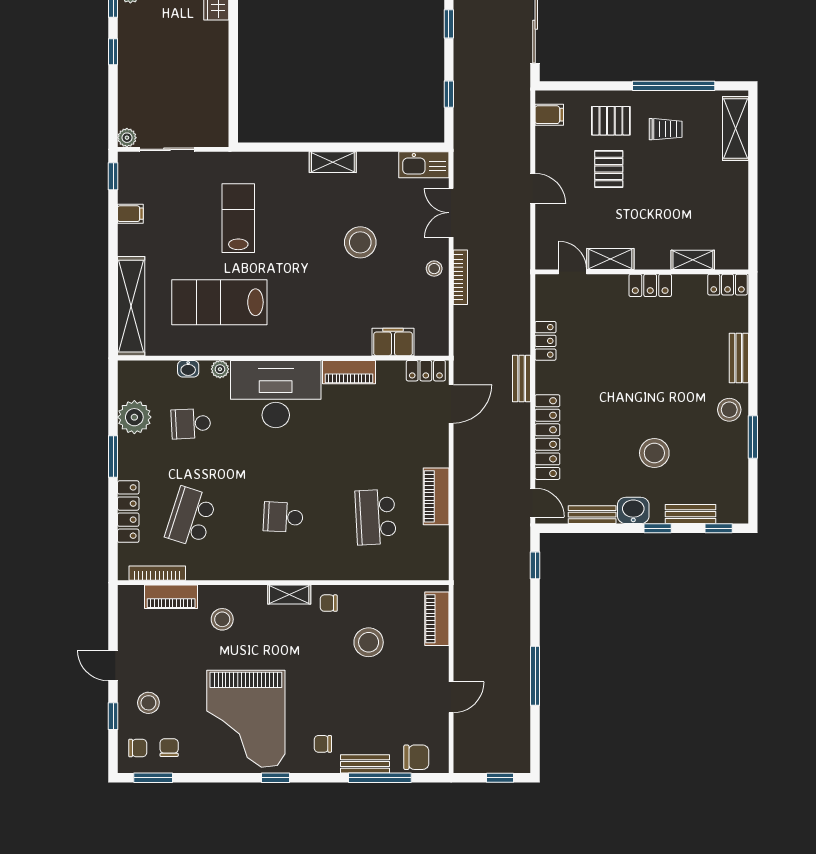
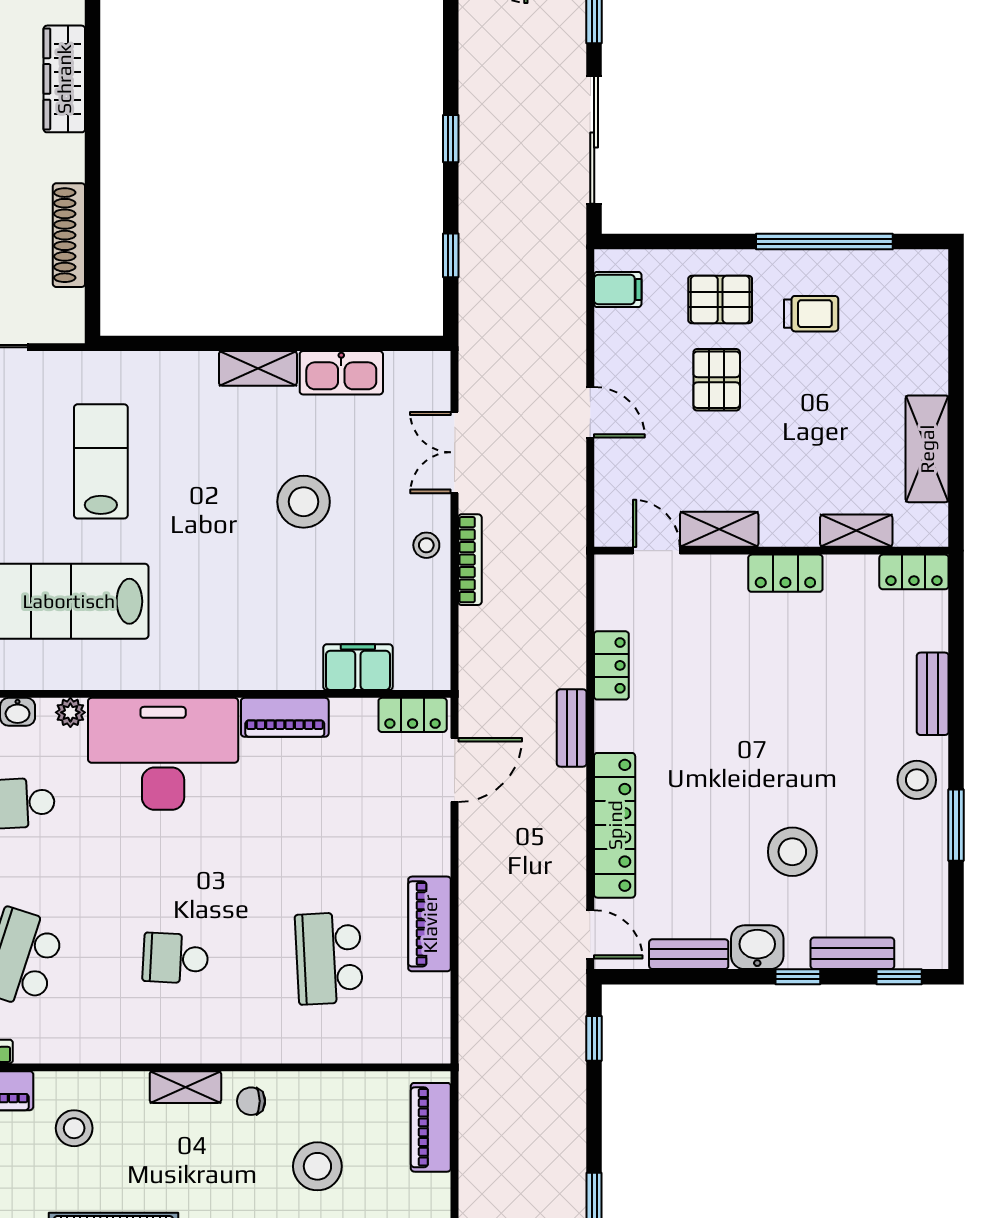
shoe rack: (219, 82) -> (69, 235), added
shelving: (735, 128) -> (927, 449), moved
kitchen sink: (424, 165) -> (341, 373), moved

